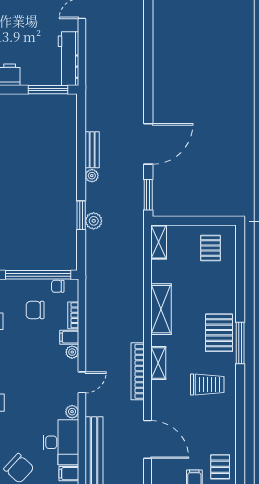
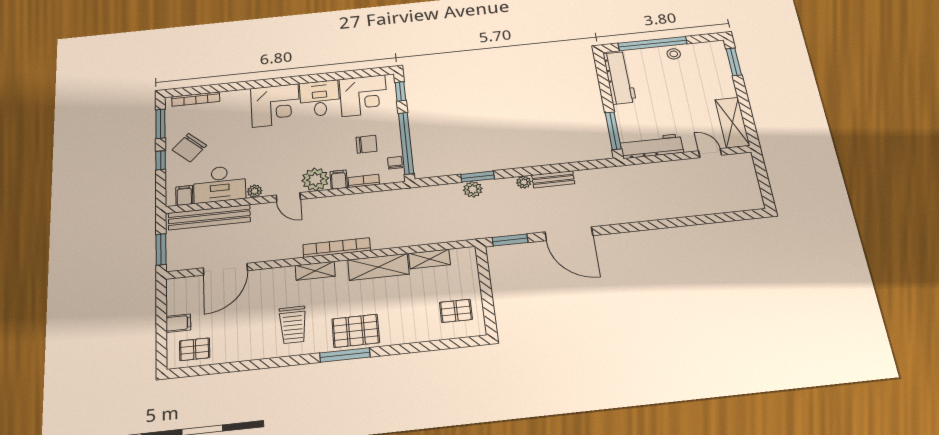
shelving: (159, 242) -> (430, 259), moved
chair: (35, 310) -> (366, 144), turned 90
plant: (72, 352) -> (315, 179), width x1.88, depth x1.88
bookcase: (138, 371) -> (337, 248), moved

